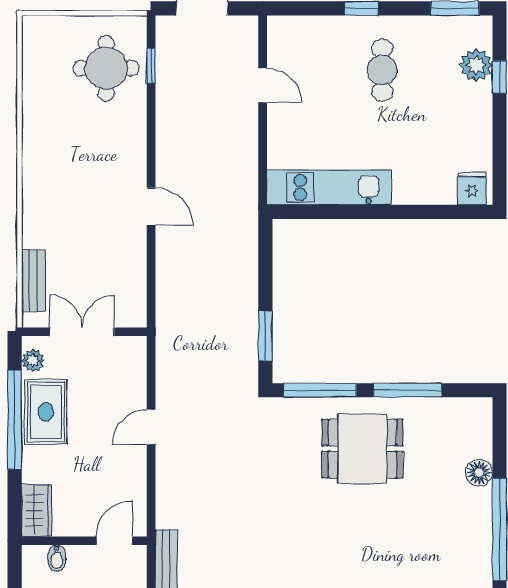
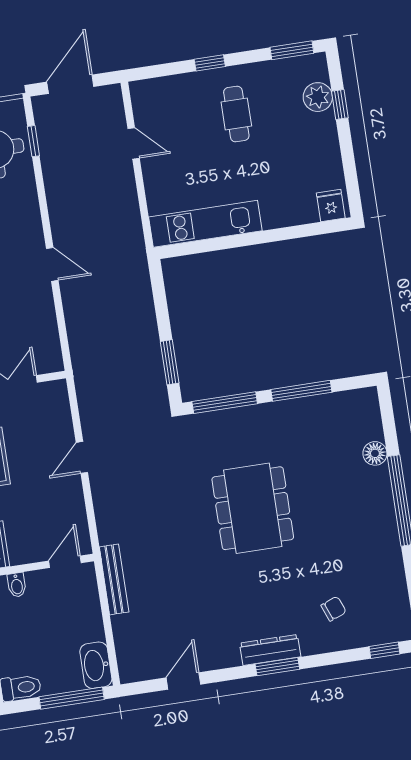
dining table: (362, 449) -> (253, 508), moved, width x1.38

